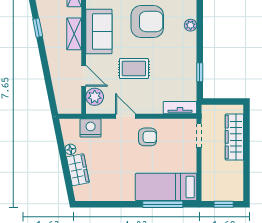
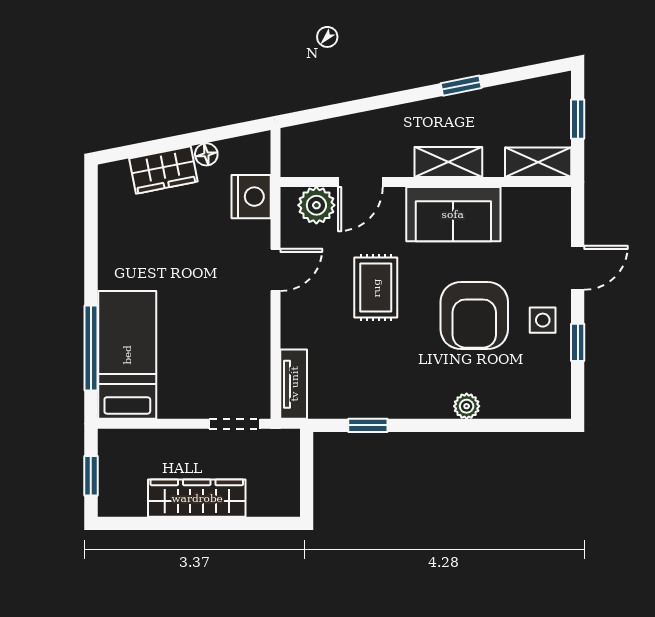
armchair: (148, 137) -> (232, 316), removed
wardrobe: (234, 137) -> (197, 498), moved

